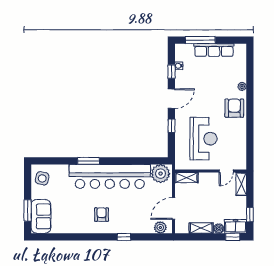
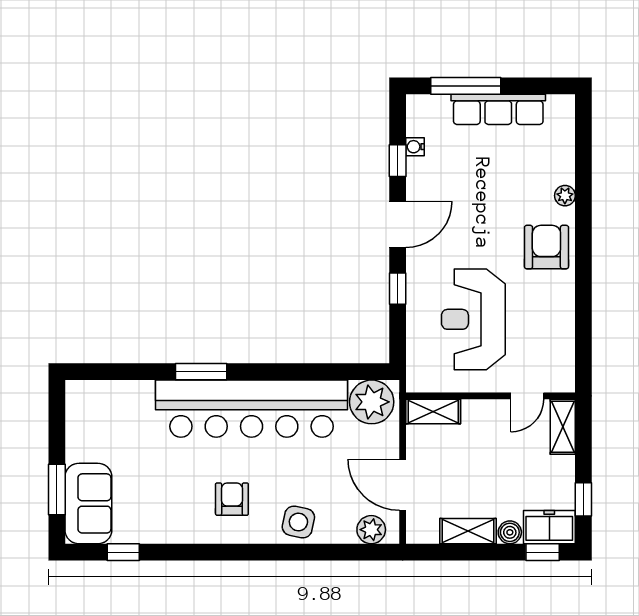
reception desk: (203, 139) -> (473, 319), turned 180
side table: (42, 178) -> (298, 522), moved
door: (174, 209) -> (403, 485), hinge flipped
window: (124, 237) -> (123, 552), moved

